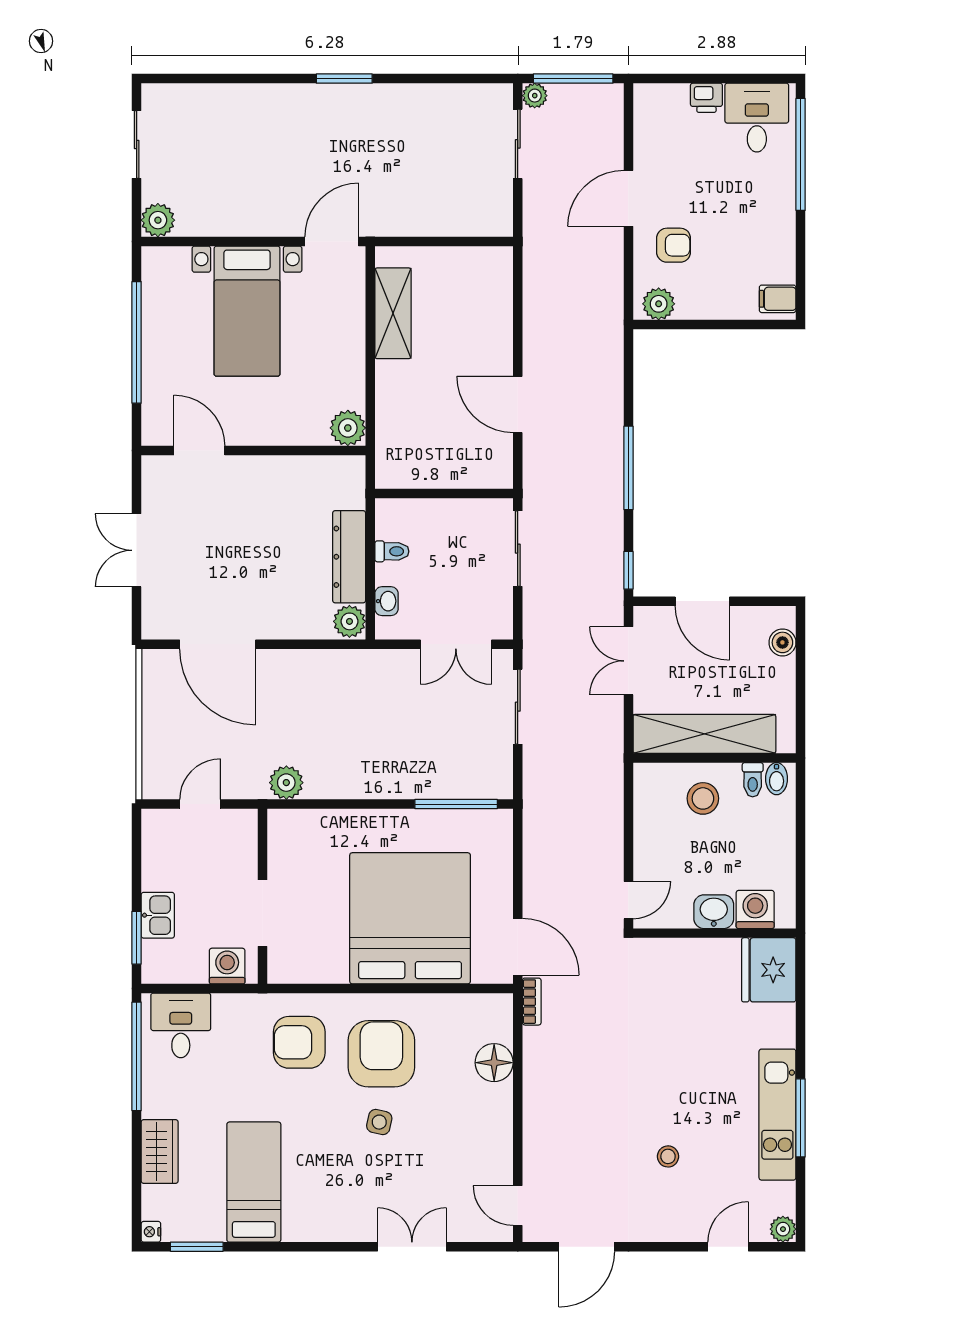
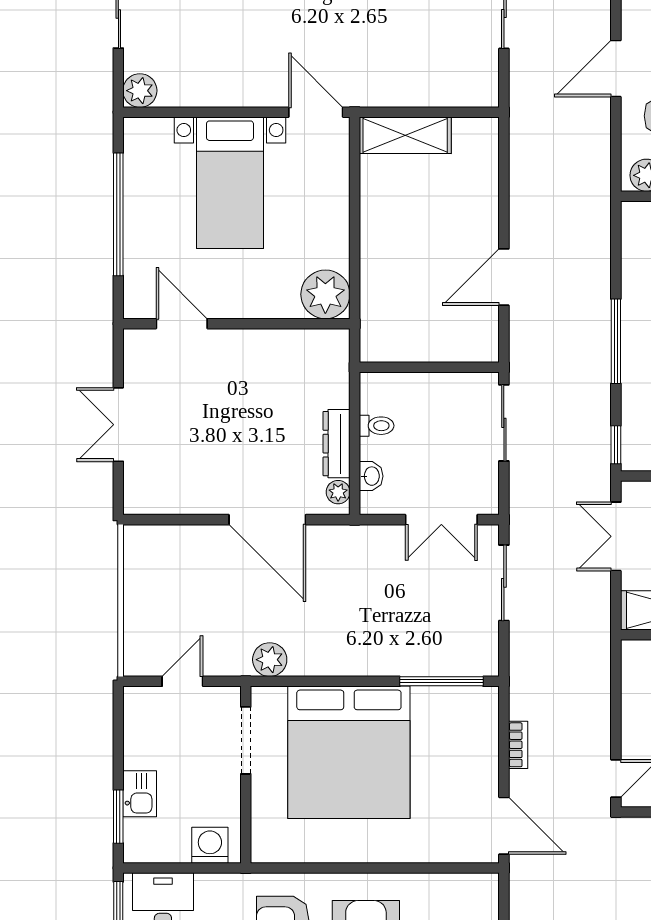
door: (332, 241) -> (316, 112), hinge flipped
shelving: (393, 313) -> (405, 135), moved, turned 90
door: (518, 404) -> (504, 277), hinge flipped
plant: (348, 428) -> (325, 294), width x1.36, depth x1.36
dresser: (349, 557) -> (337, 444), width x0.73, depth x0.80
plant: (349, 621) -> (338, 492), width x0.73, depth x0.73
door: (218, 644) -> (267, 520), moved
doorway: (263, 913) -> (246, 740), moved
bed: (410, 918) -> (349, 752), moved, turned 180
bookcase: (532, 1002) -> (518, 745), moved

